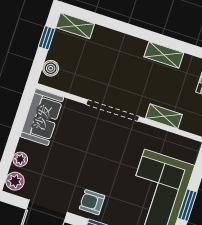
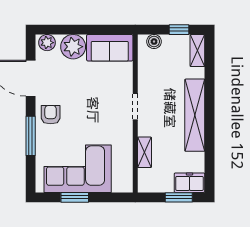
shelving: (164, 55) -> (195, 115), width x2.20, depth x1.33
doorway: (113, 110) -> (135, 107), width x0.53
plant: (20, 159) -> (73, 47), width x1.87, depth x1.87

